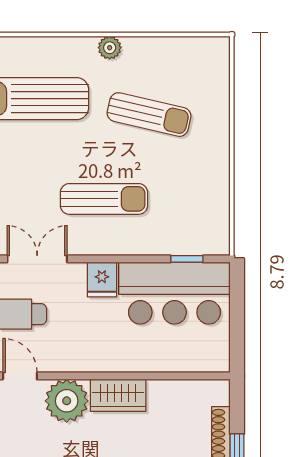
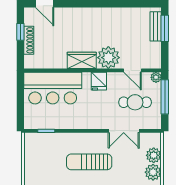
fridge: (102, 280) -> (99, 81), moved, turned 180
bar counter: (174, 293) -> (53, 88), moved, turned 180

